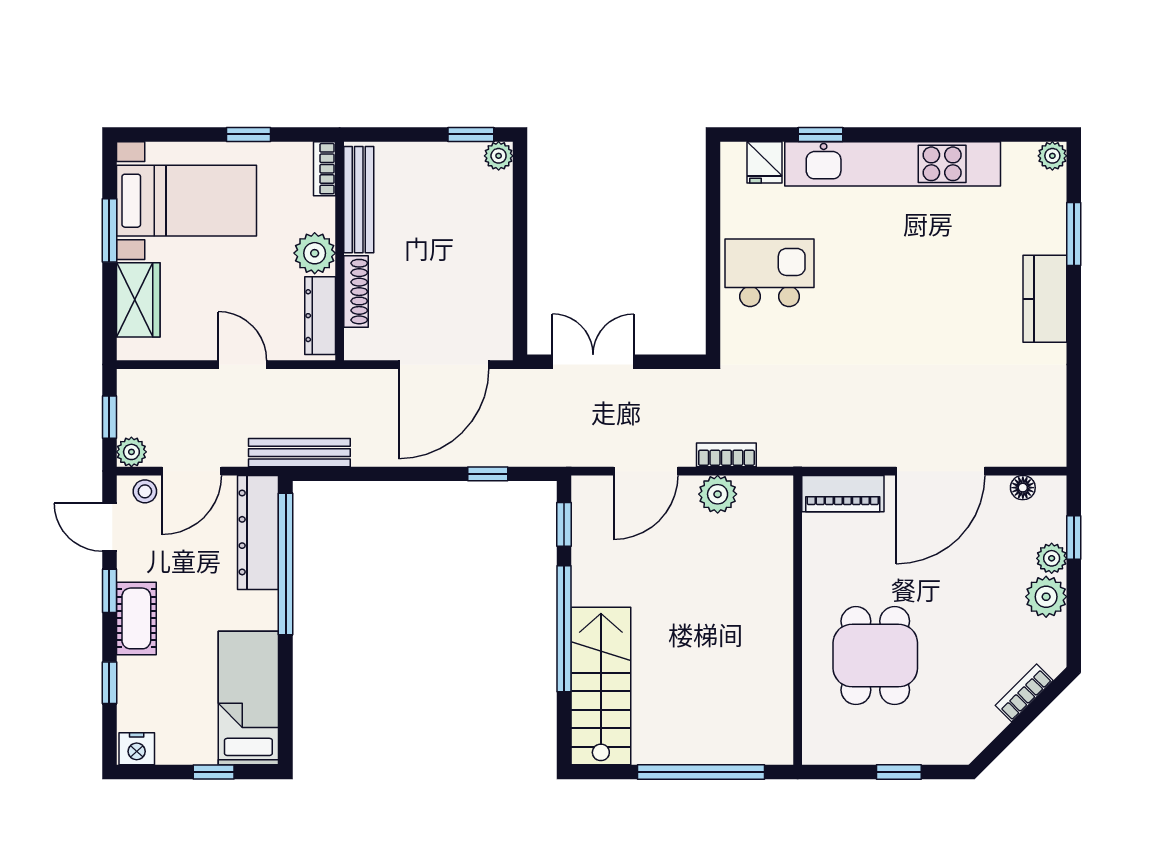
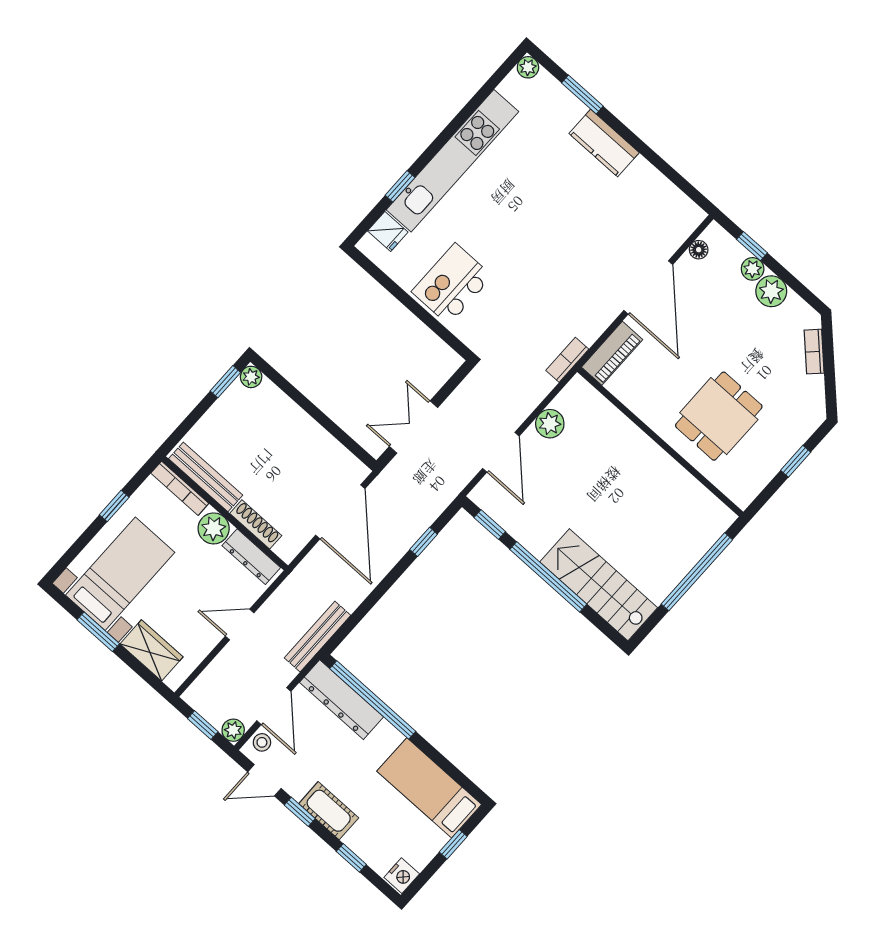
bookcase: (324, 169) -> (180, 488), width x1.56
bookcase: (726, 455) -> (567, 360), moved
dining table: (875, 656) -> (719, 416), turned 90

